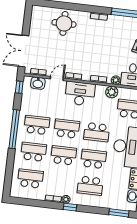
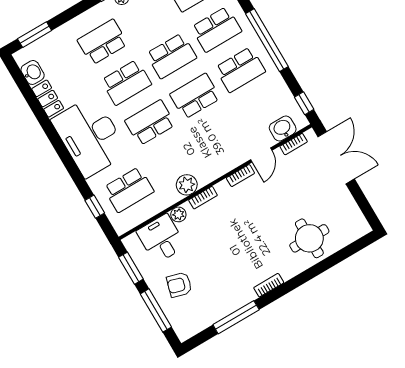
plant: (112, 92) -> (187, 185), moved
desk: (80, 94) -> (214, 158), removed
school desk: (67, 129) -> (195, 96), turned 180

